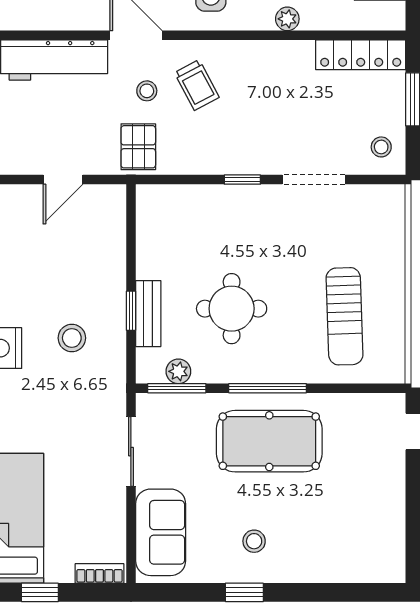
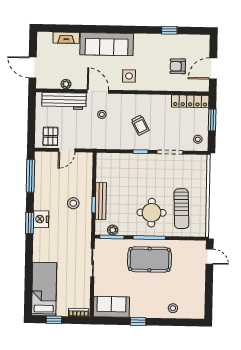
plant: (287, 19) -> (66, 84), moved
trolley: (197, 85) -> (140, 125), moved
pallet: (138, 147) -> (50, 136), moved
round table: (232, 309) -> (152, 213), moved
bench: (148, 314) -> (101, 201), width x1.36
stool: (72, 338) -> (73, 203), moved
sofa: (161, 532) -> (111, 307), moved, turned -90
stool: (254, 541) -> (173, 308), moved

